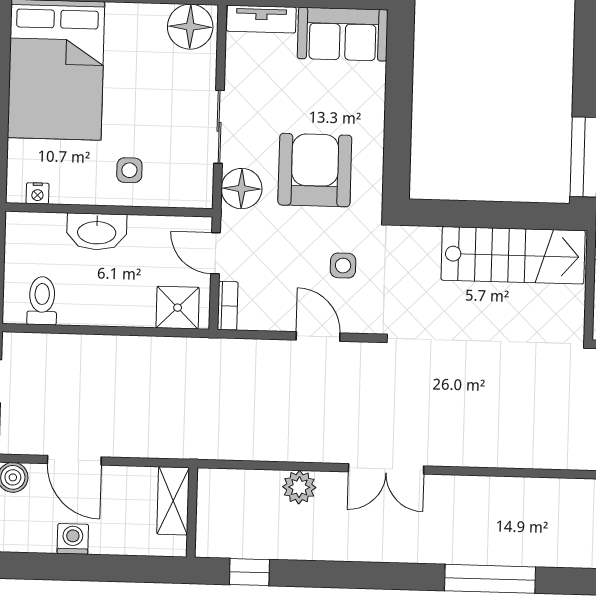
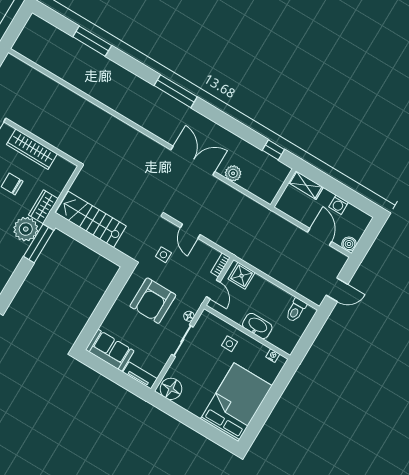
floor lamp: (242, 189) -> (189, 316), width x0.53, depth x0.53
double door: (386, 469) -> (193, 161), width x1.37
shelving: (173, 501) -> (306, 185), moved, turned 90

